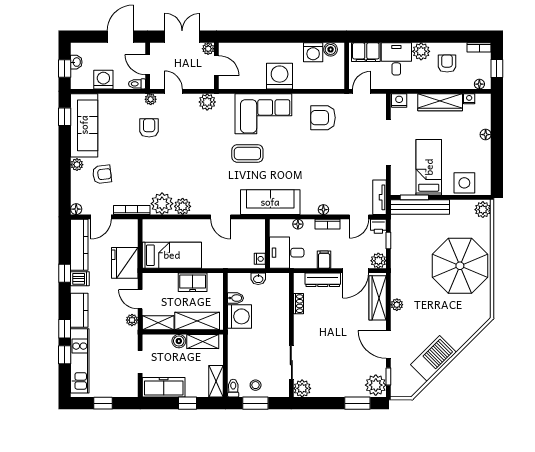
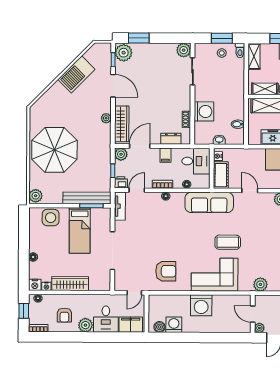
nightstand: (399, 100) -> (35, 285), moved
cot: (256, 236) -> (221, 175), added
dresser: (323, 280) -> (171, 139), width x0.70
washing machine: (240, 316) -> (204, 111), moved, turned 180

